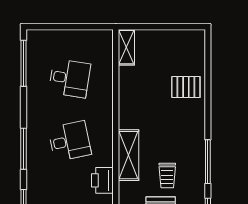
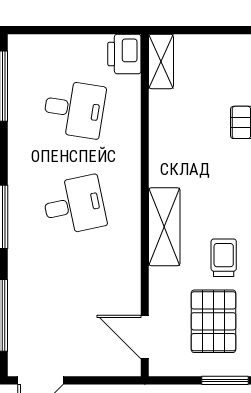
trolley: (167, 175) -> (224, 258), turned 180
printer: (102, 180) -> (124, 54), moved

